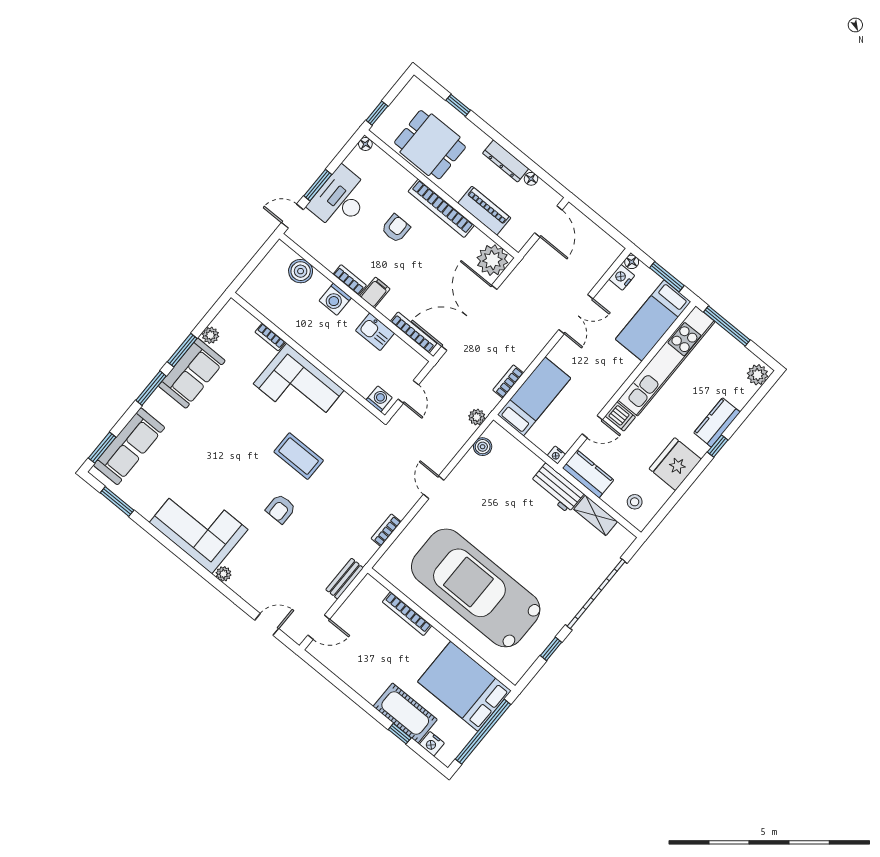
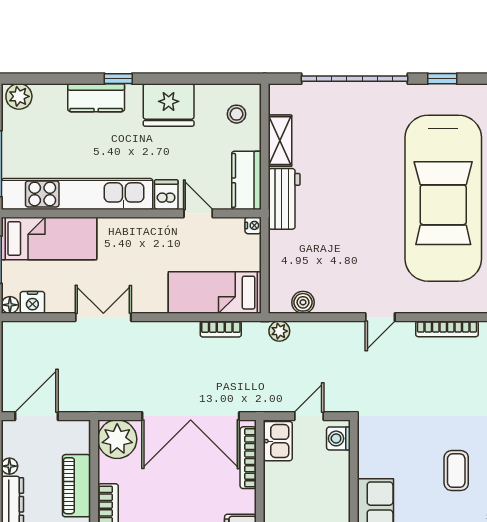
kitchen sink: (375, 332) -> (278, 441), moved
coffee table: (299, 456) -> (456, 471), width x0.73, depth x0.77
bookcase: (386, 530) -> (447, 329), width x1.56

